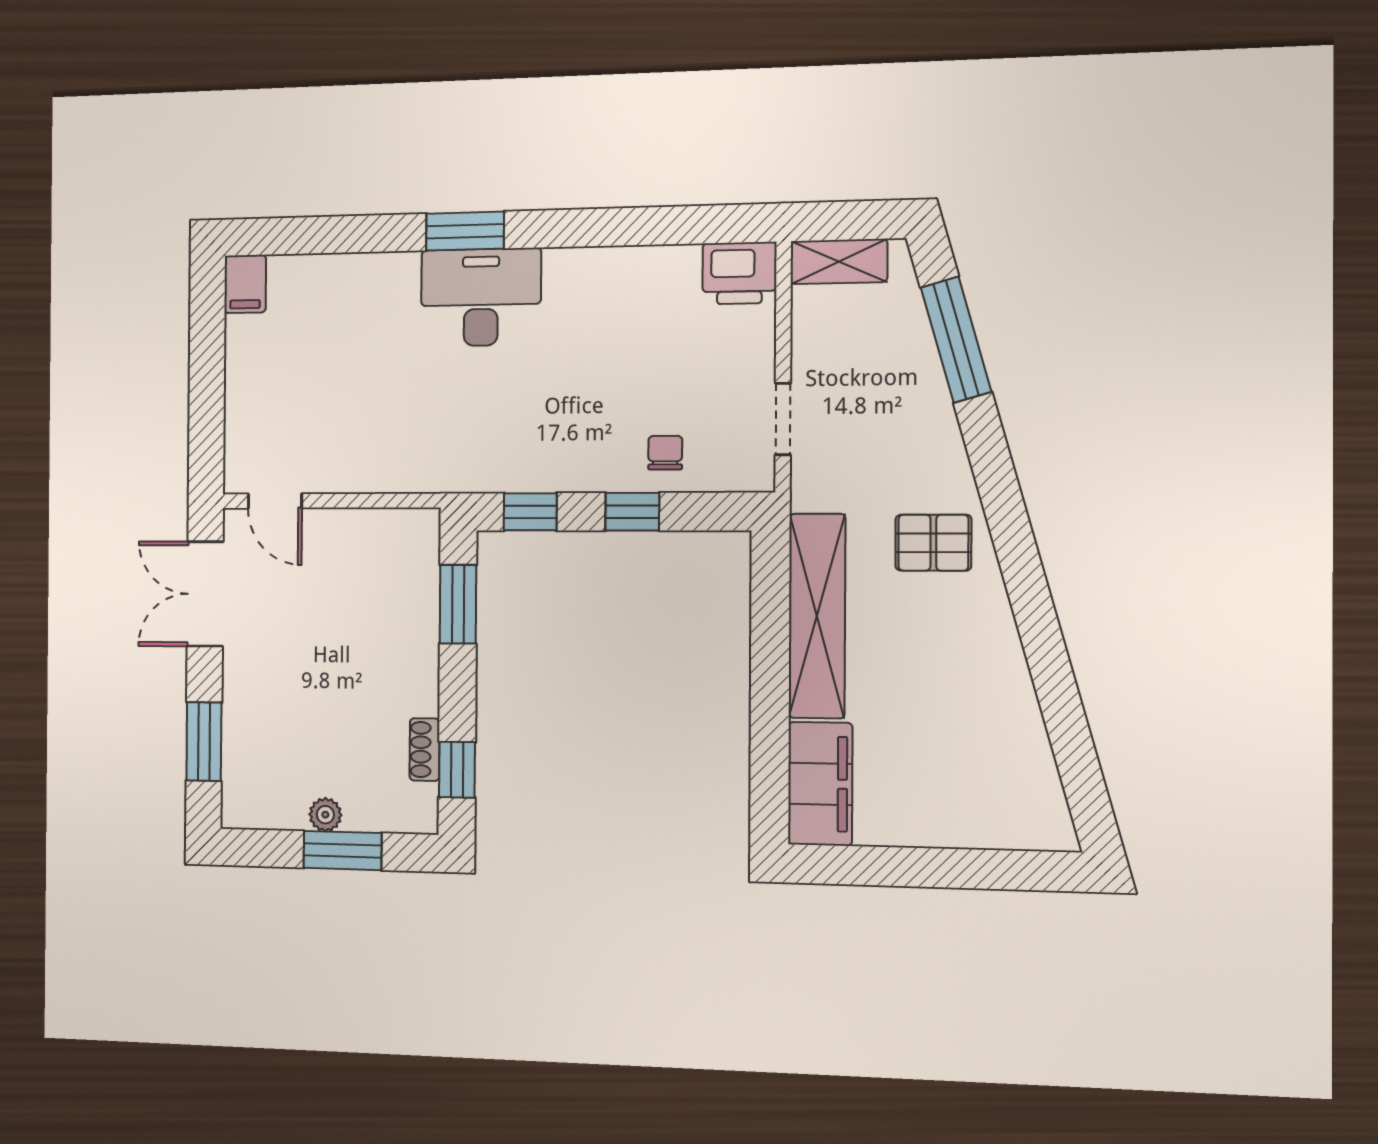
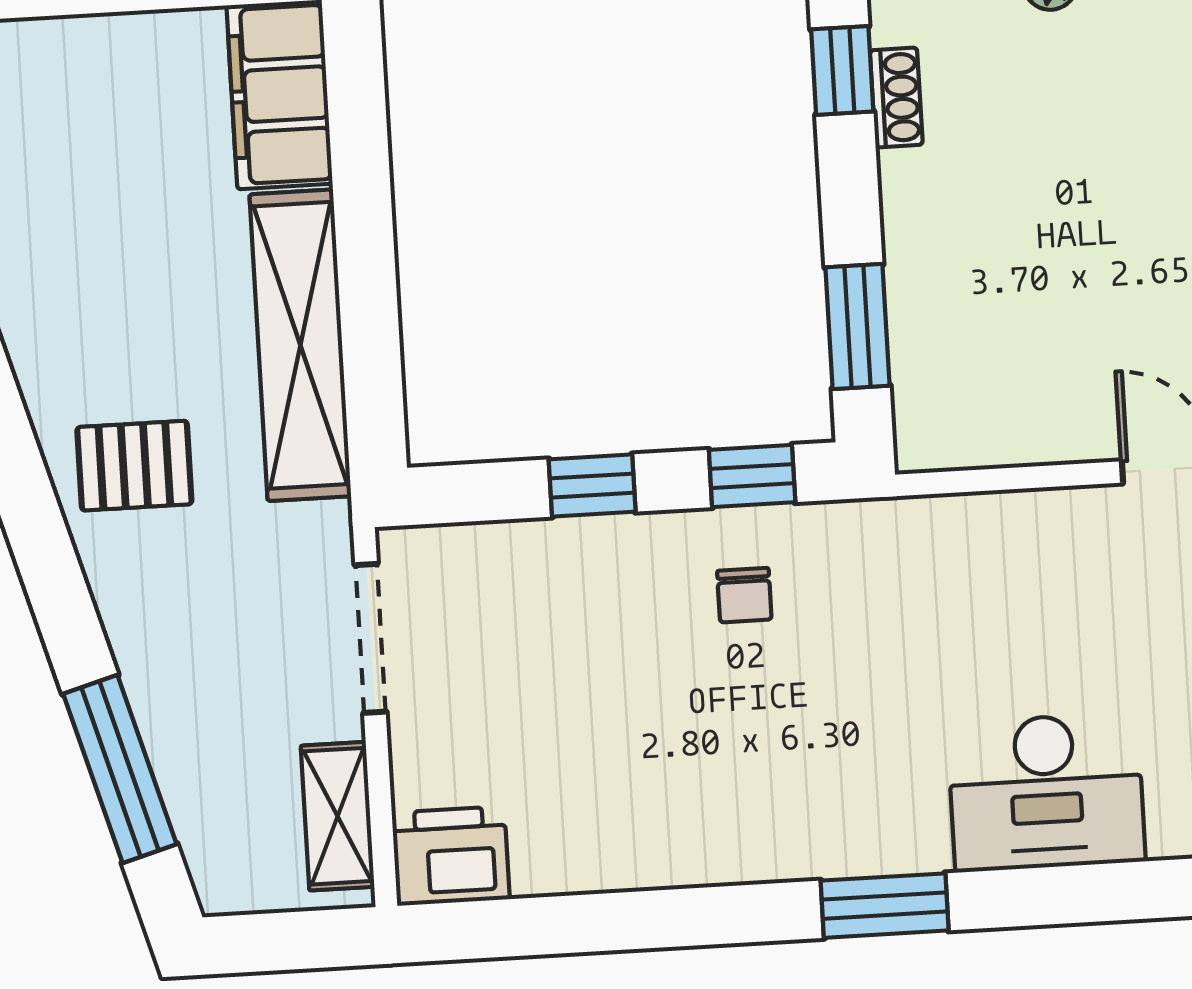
shelving: (839, 262) -> (338, 816), moved, turned 90
desk: (481, 297) -> (1046, 792), moved
doorway: (783, 419) -> (370, 638), width x1.38
chair: (665, 453) -> (744, 595), moved

